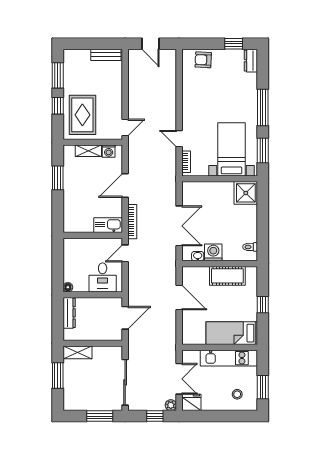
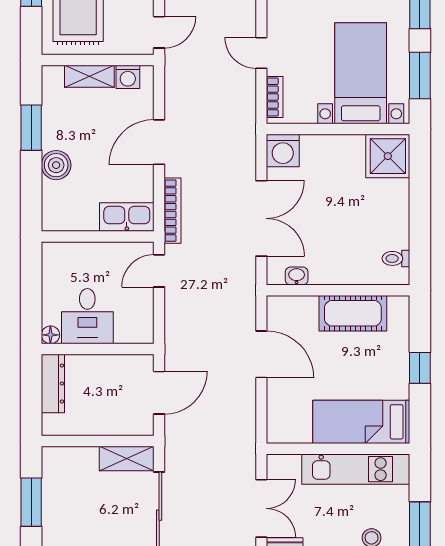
boiler: (71, 198) -> (56, 165), added
washing machine: (213, 252) -> (283, 150), moved, turned 180
desk: (103, 277) -> (87, 316), moved
shelving: (77, 352) -> (127, 458), moved

